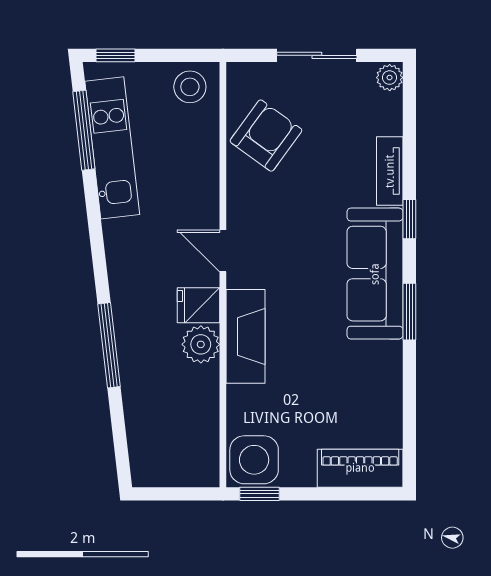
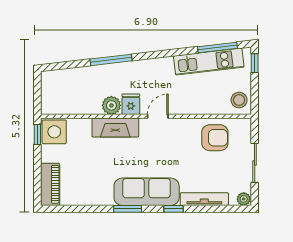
armchair: (266, 136) -> (215, 138), turned -36
tv unit: (390, 171) -> (204, 199), width x1.41

